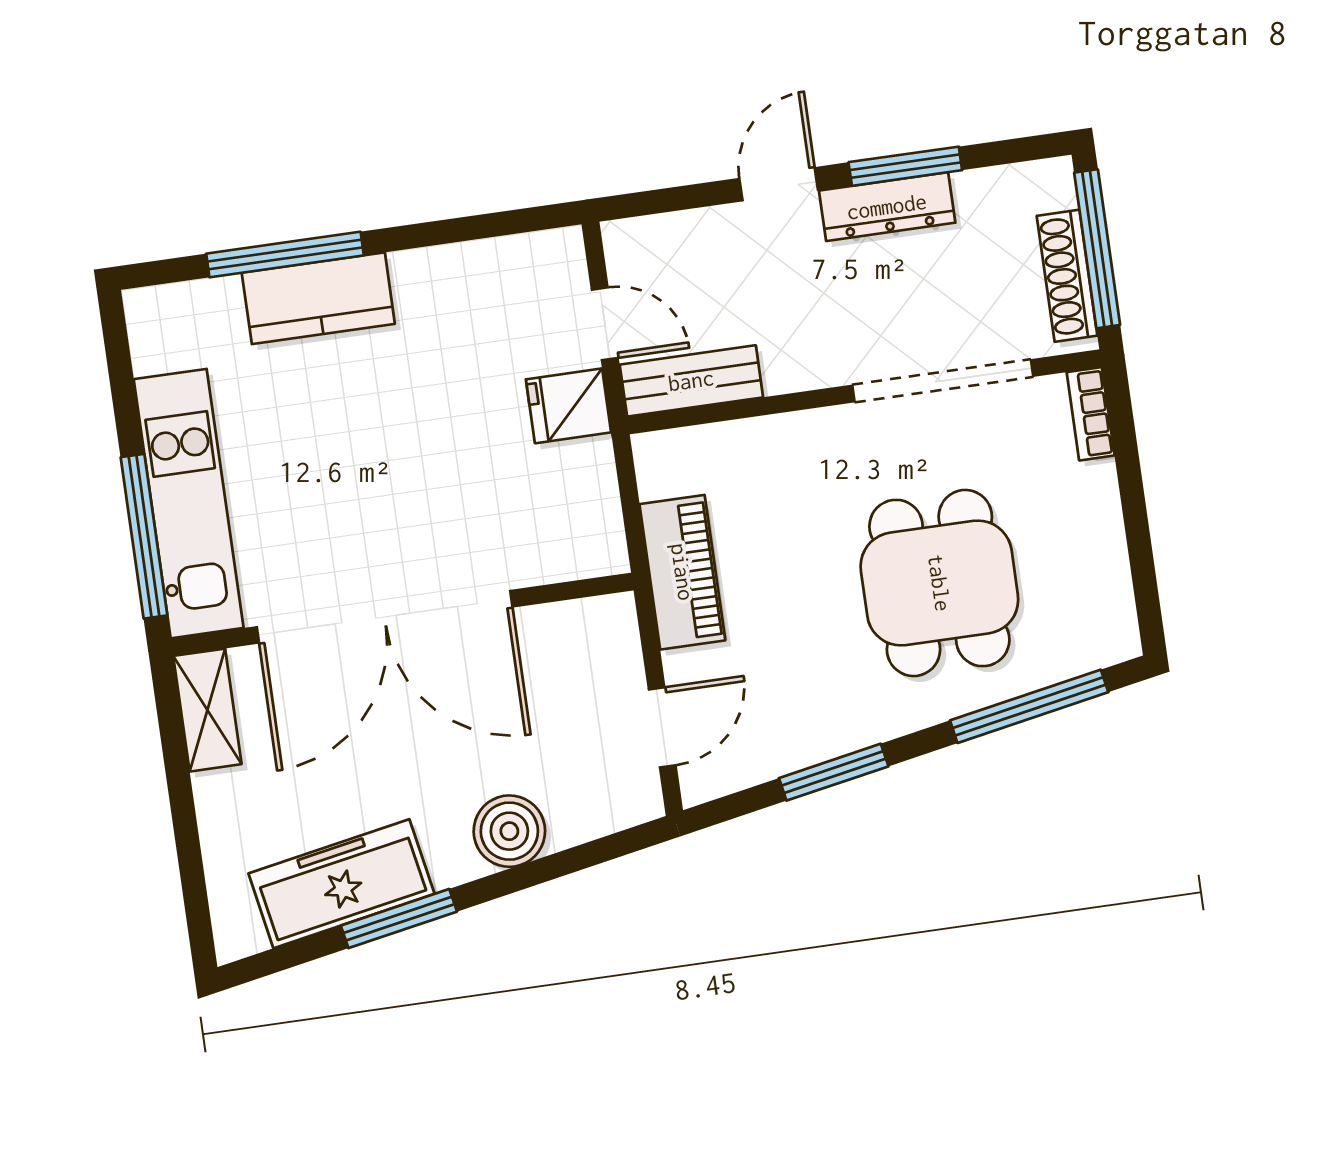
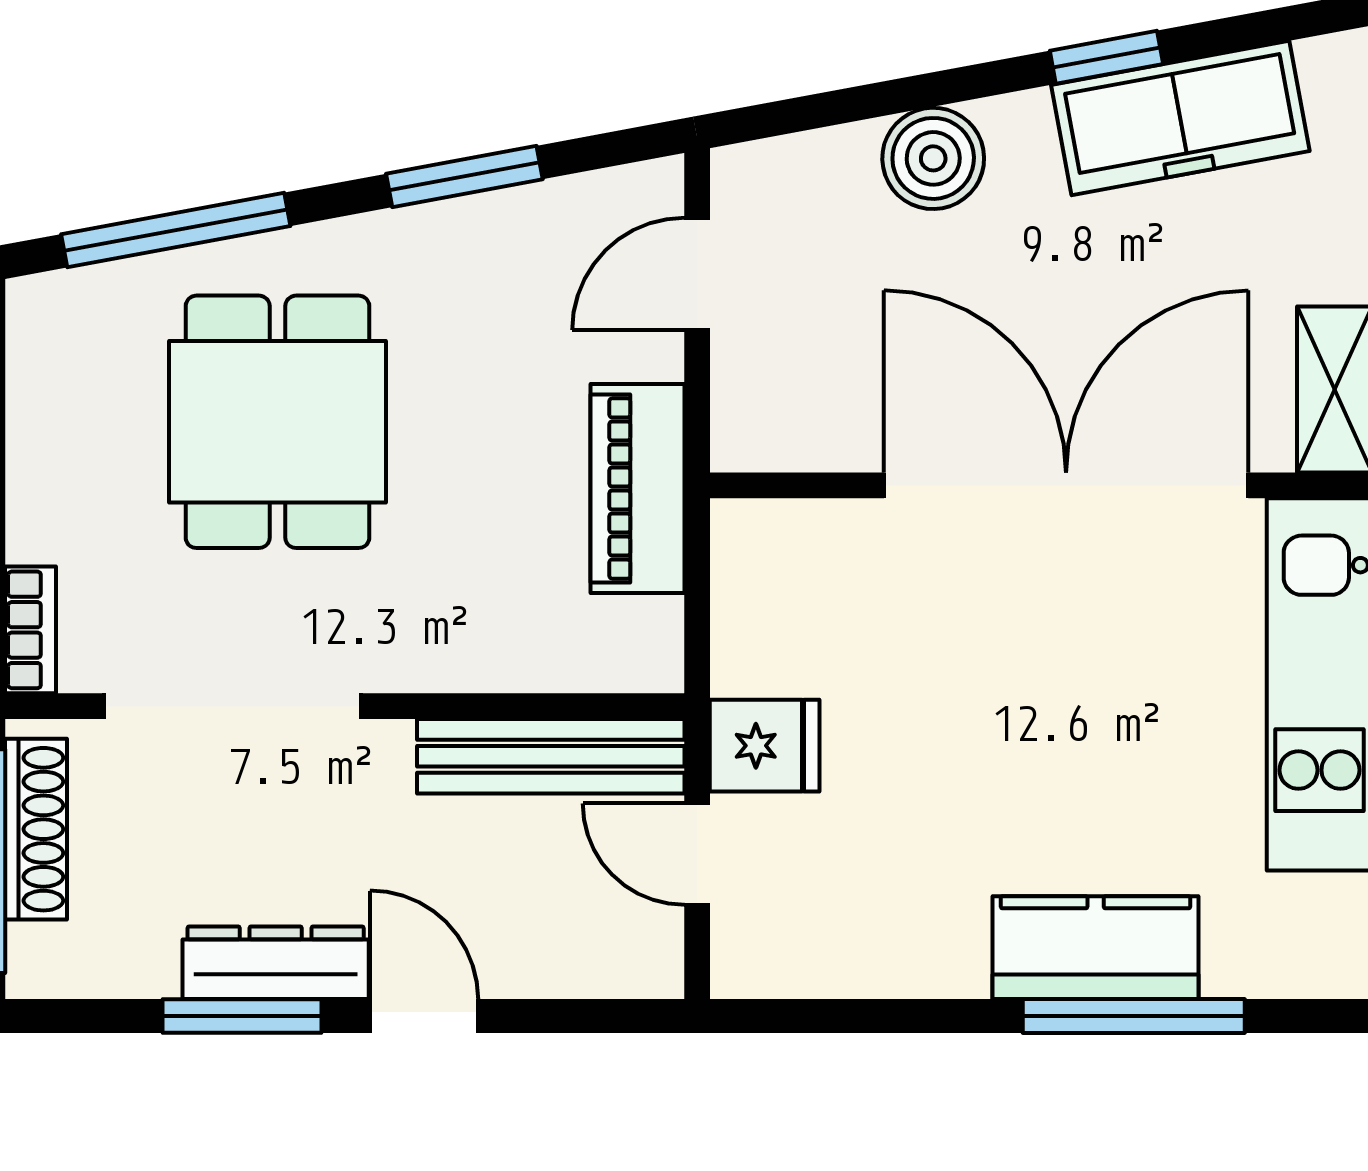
door: (779, 184) -> (424, 1016), swing flipped
bench: (691, 381) -> (551, 756), width x1.36
window: (399, 919) -> (1106, 57), width x0.67

